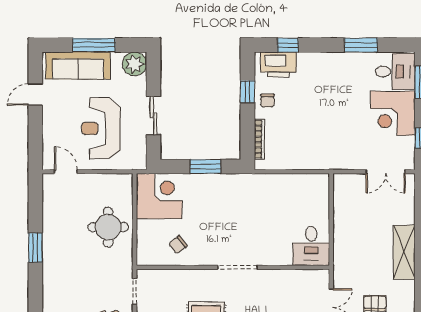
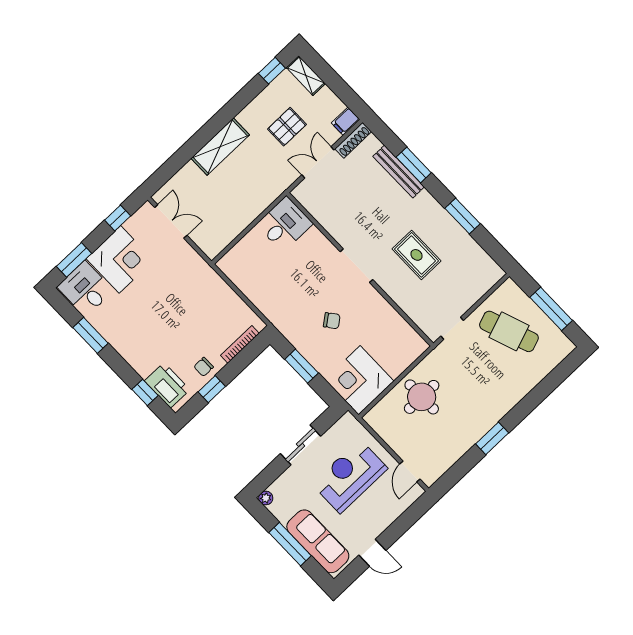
plant: (134, 64) -> (266, 498), width x0.53, depth x0.53
chair: (267, 101) -> (204, 367), turned 180
reception desk: (101, 128) -> (350, 476), turned 180
chair: (178, 245) -> (332, 321), moved

